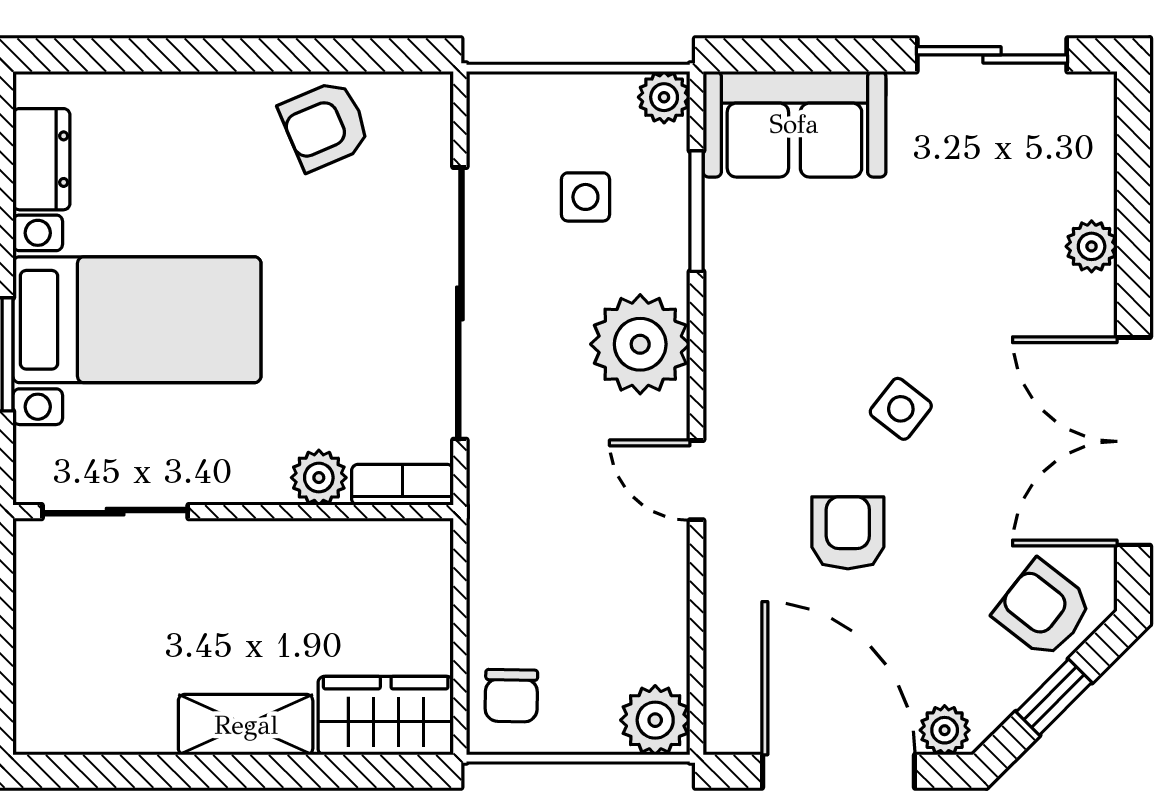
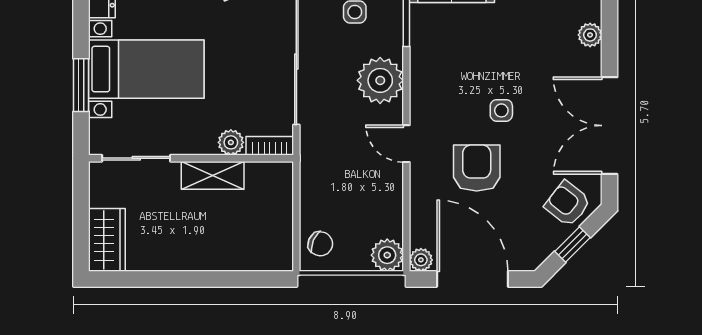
side table: (901, 409) -> (501, 110), turned -38
armchair: (848, 533) -> (477, 168), width x1.38, depth x1.38
chair: (511, 696) -> (320, 244), turned -68
wardrobe: (386, 716) -> (107, 240), moved, turned 90
shelving: (246, 725) -> (213, 175), moved
plant: (945, 730) -> (421, 260), moved

